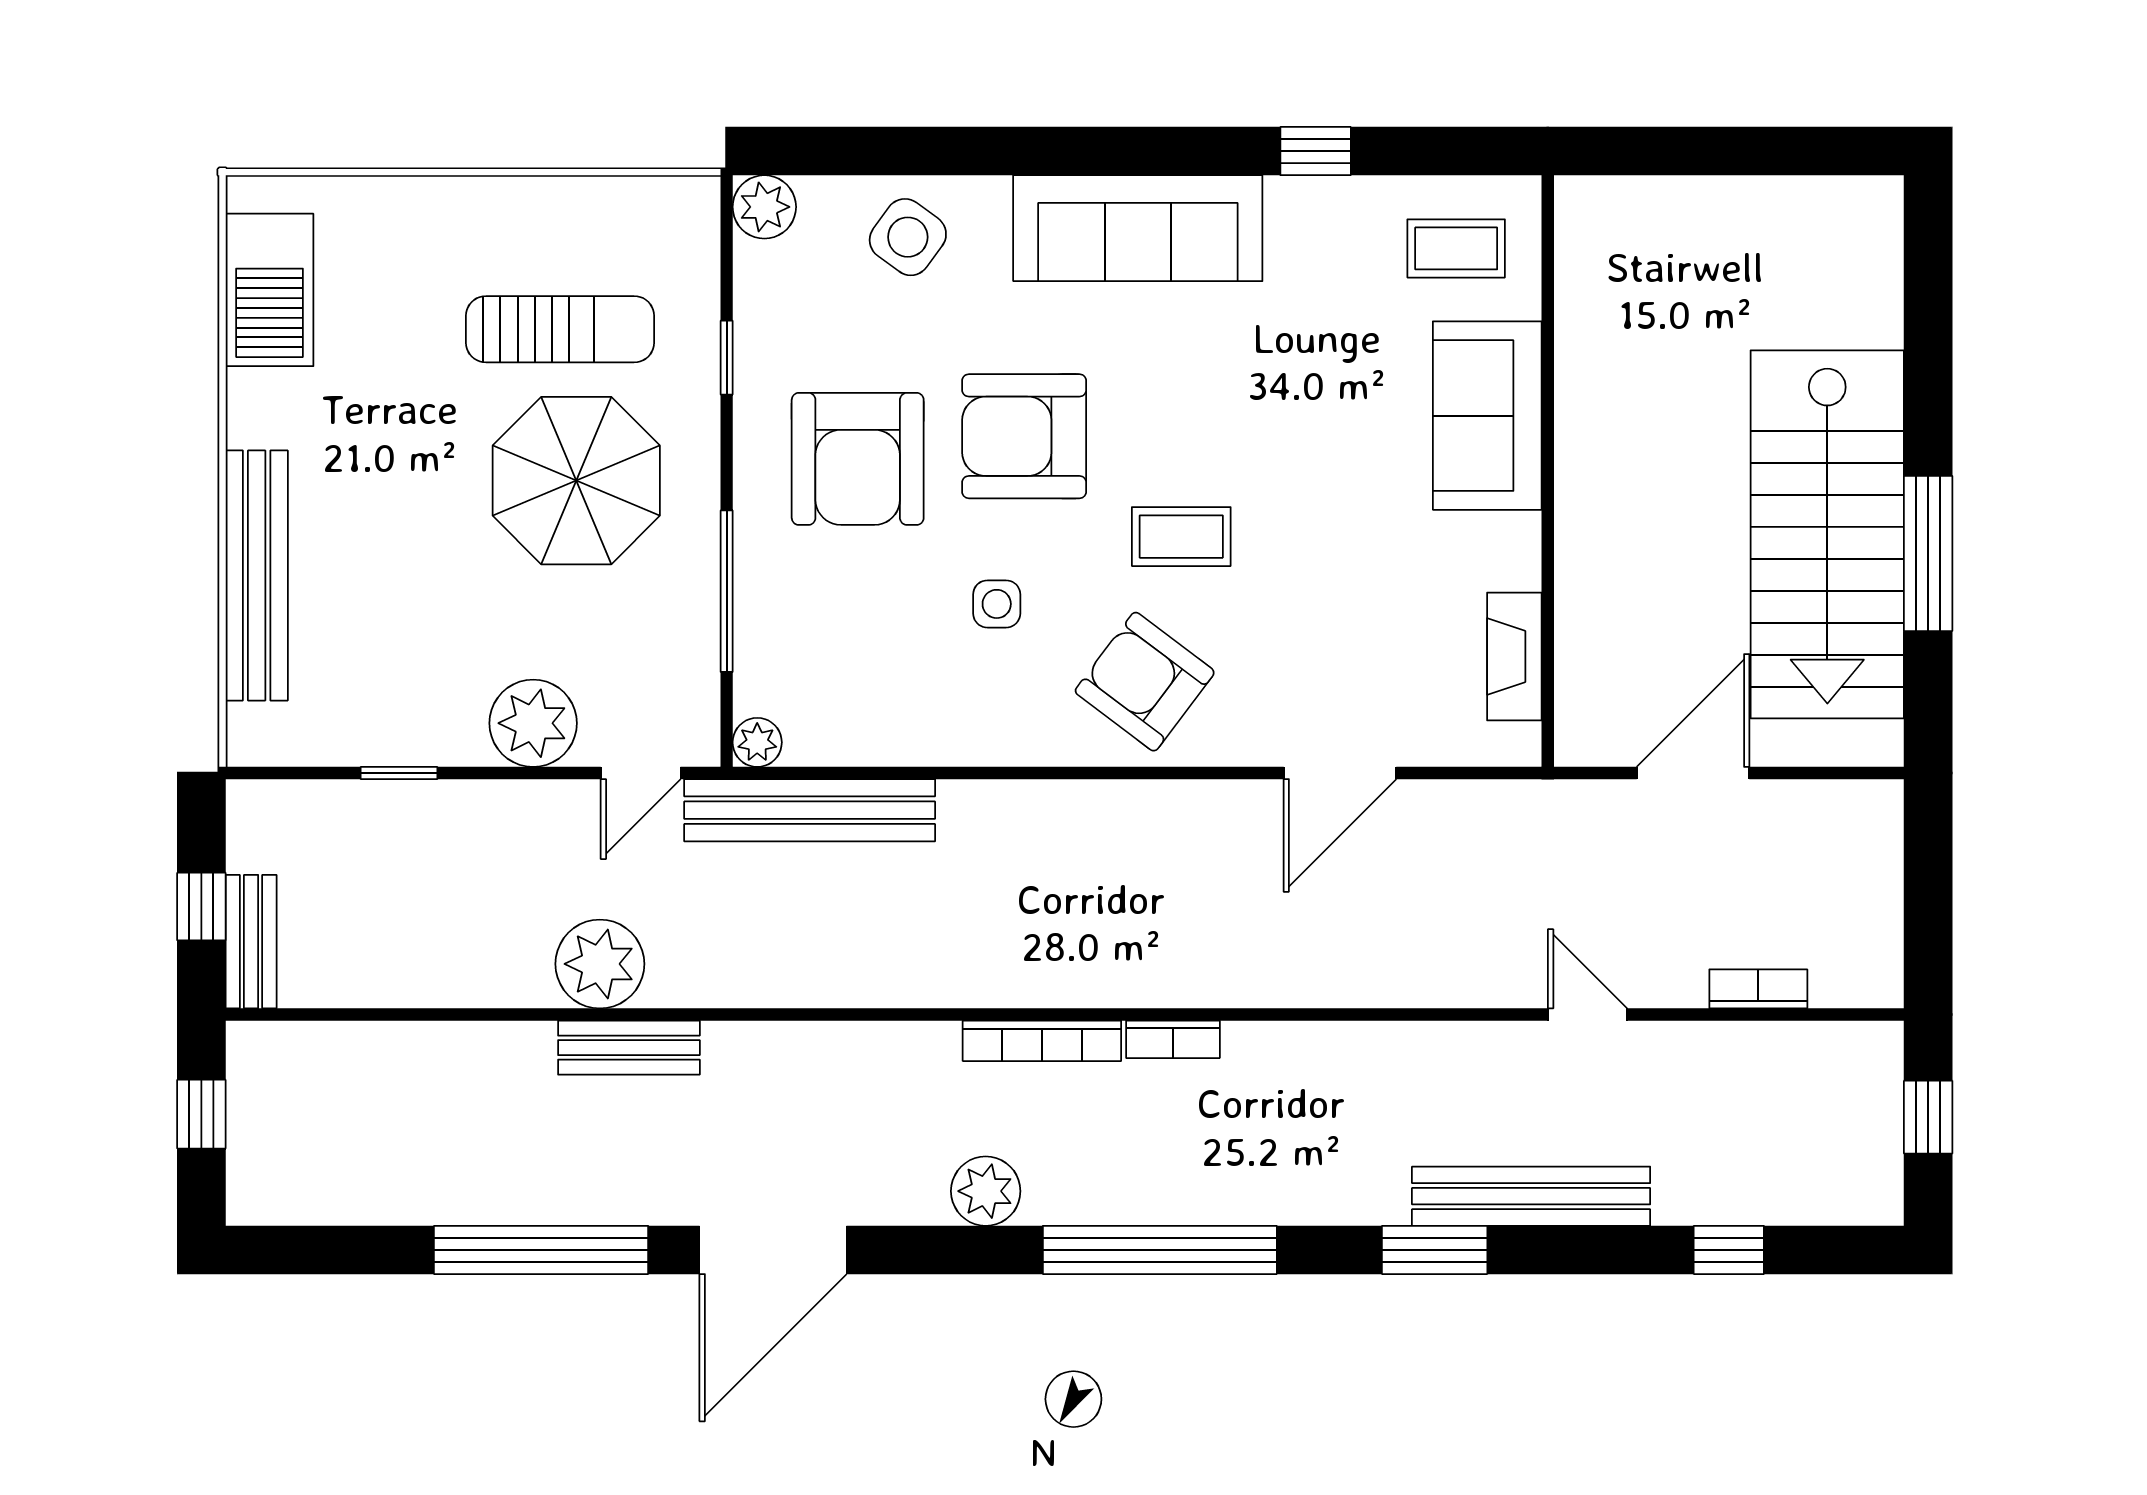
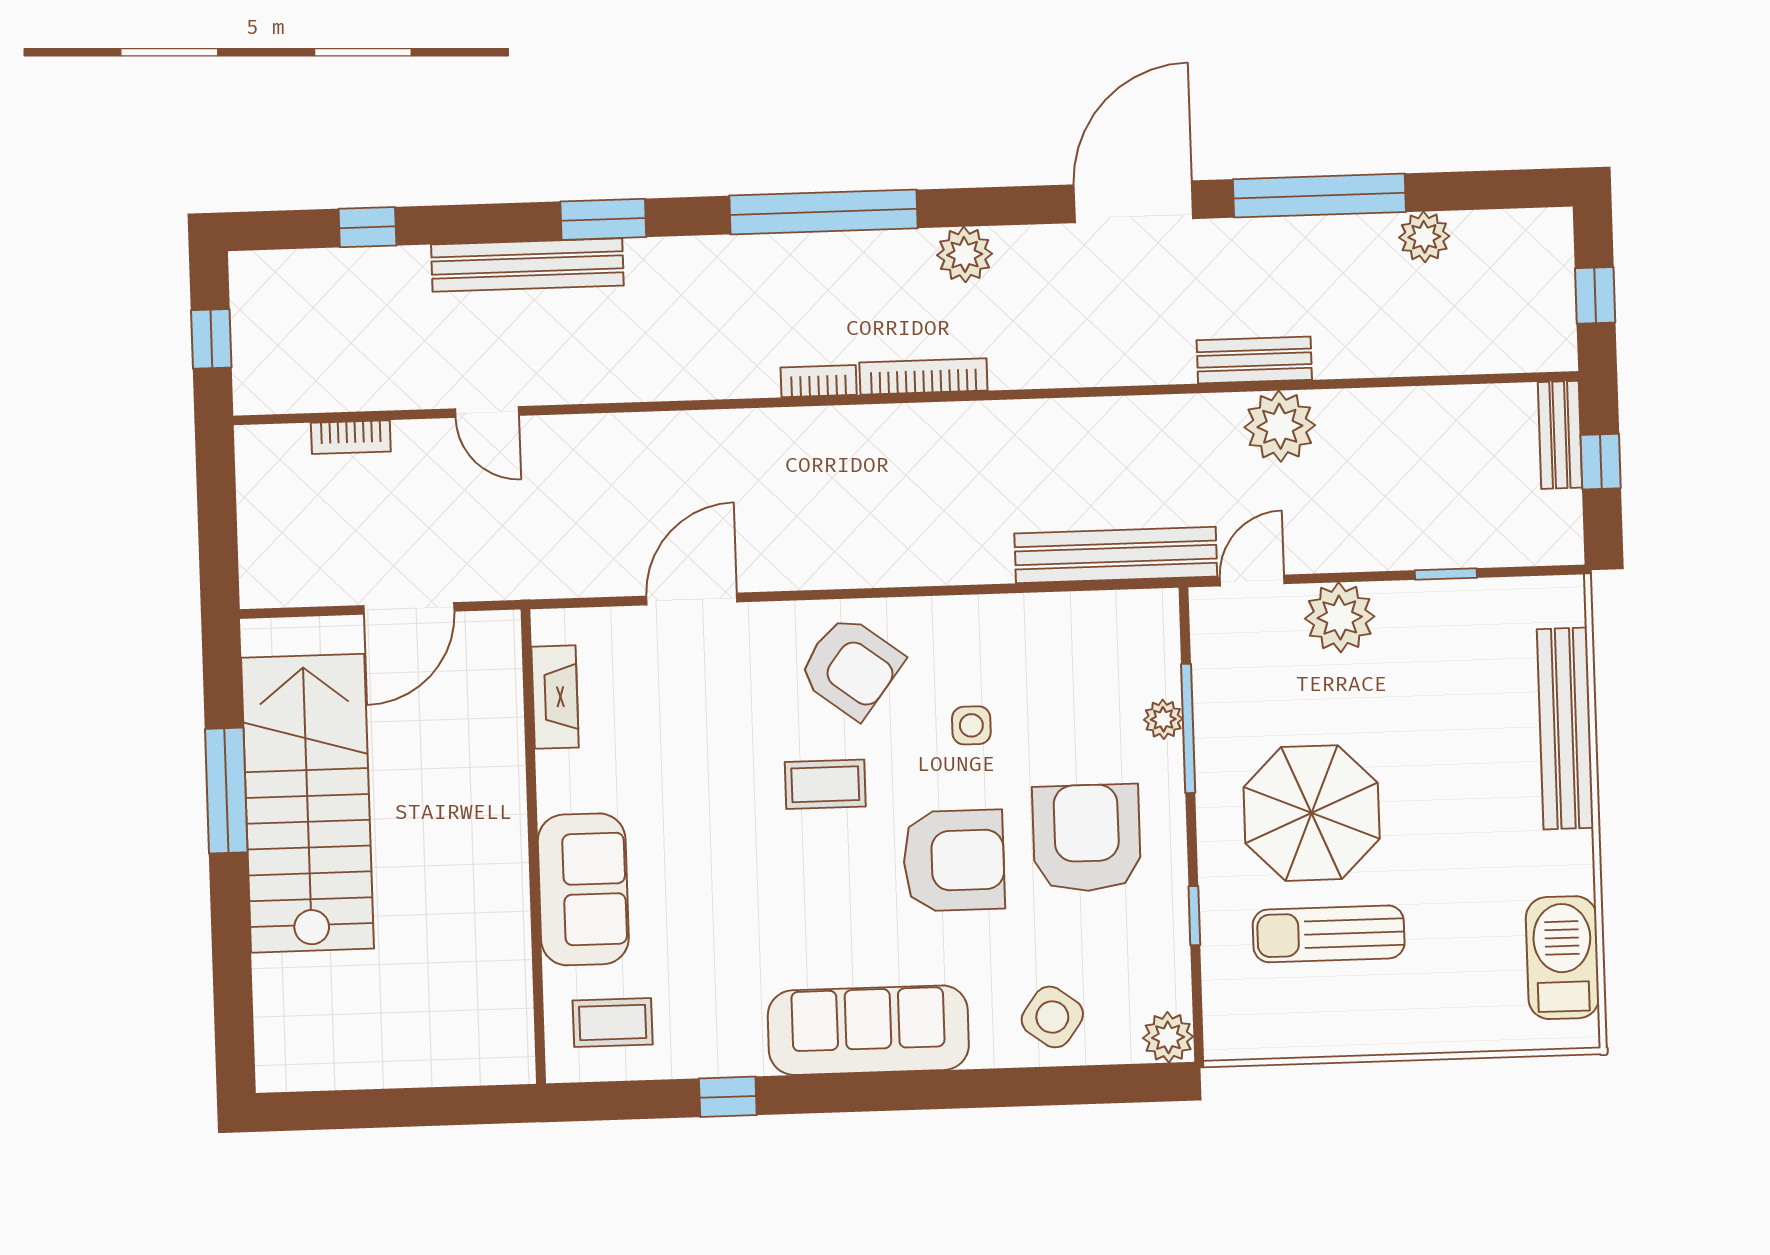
plant: (757, 742) -> (1163, 719), moved
plant: (412, 1194) -> (1424, 237), added

